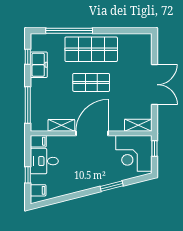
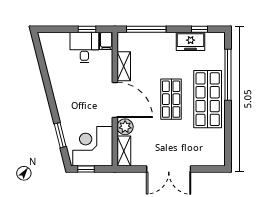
plant: (116, 124) -> (125, 127), added
window: (155, 148) -> (86, 169), moved
window: (28, 175) -> (87, 29), moved
window: (112, 186) -> (60, 135), moved
filing cabinet: (38, 190) -> (52, 41), removed

